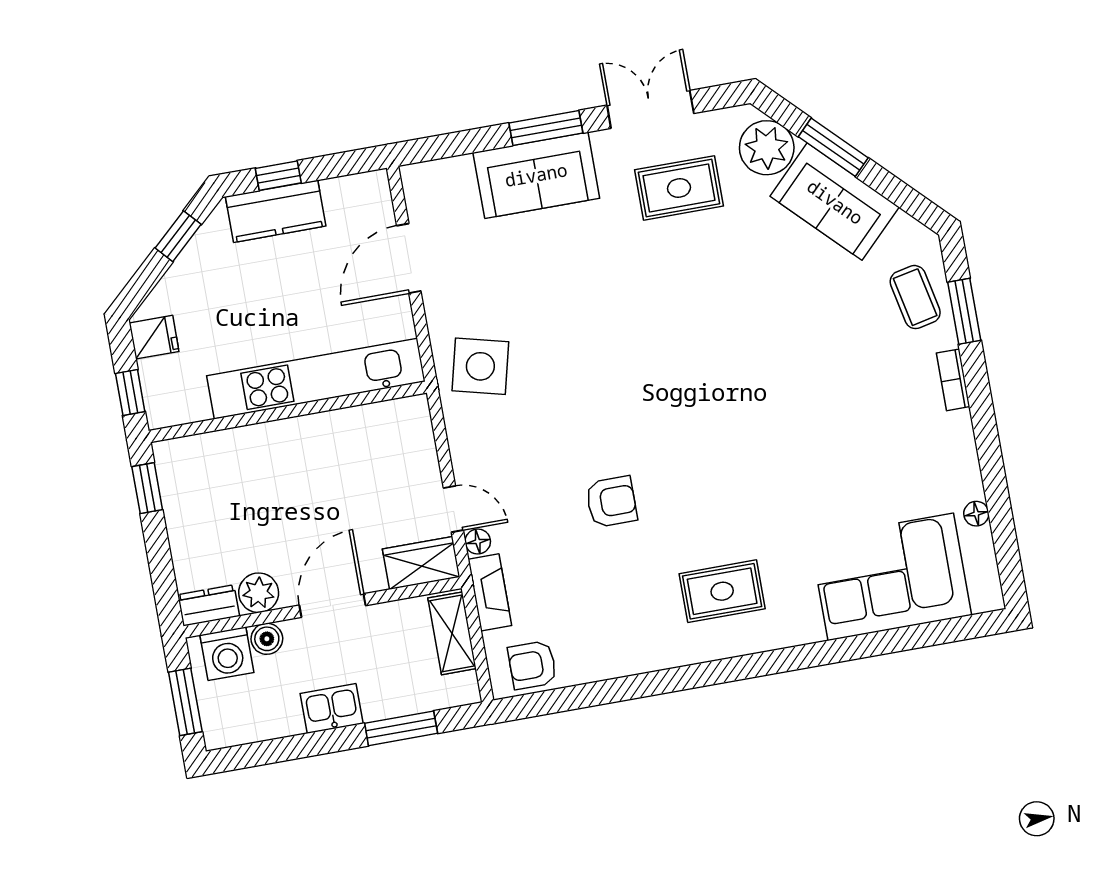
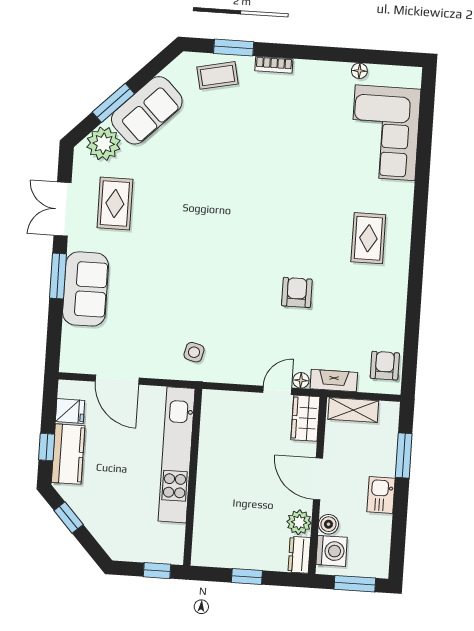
fridge: (154, 337) -> (70, 411), moved, turned 90
side table: (480, 366) -> (194, 352), width x0.54, depth x0.54
window: (147, 488) -> (247, 577), moved
armchair: (532, 665) -> (385, 366), turned 180

